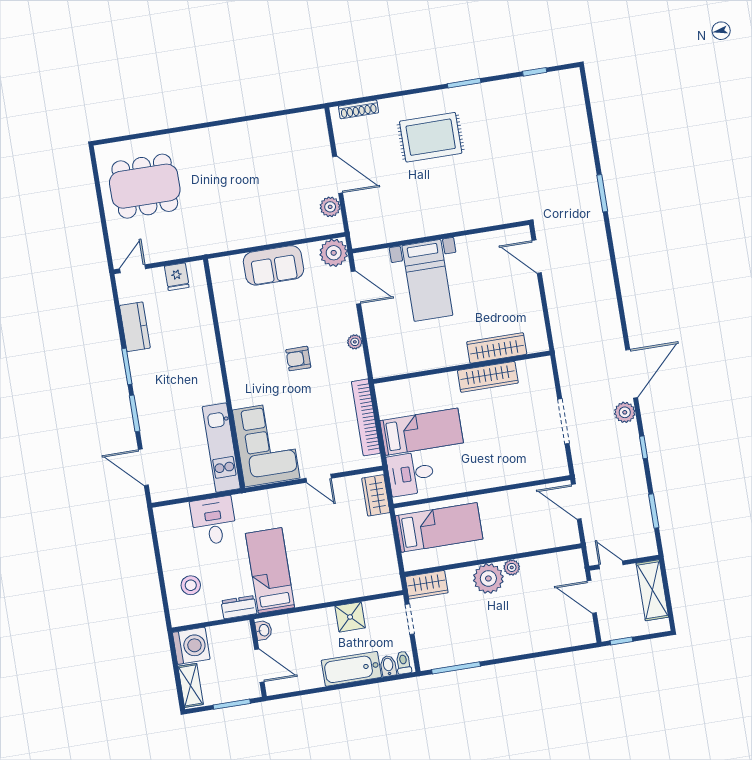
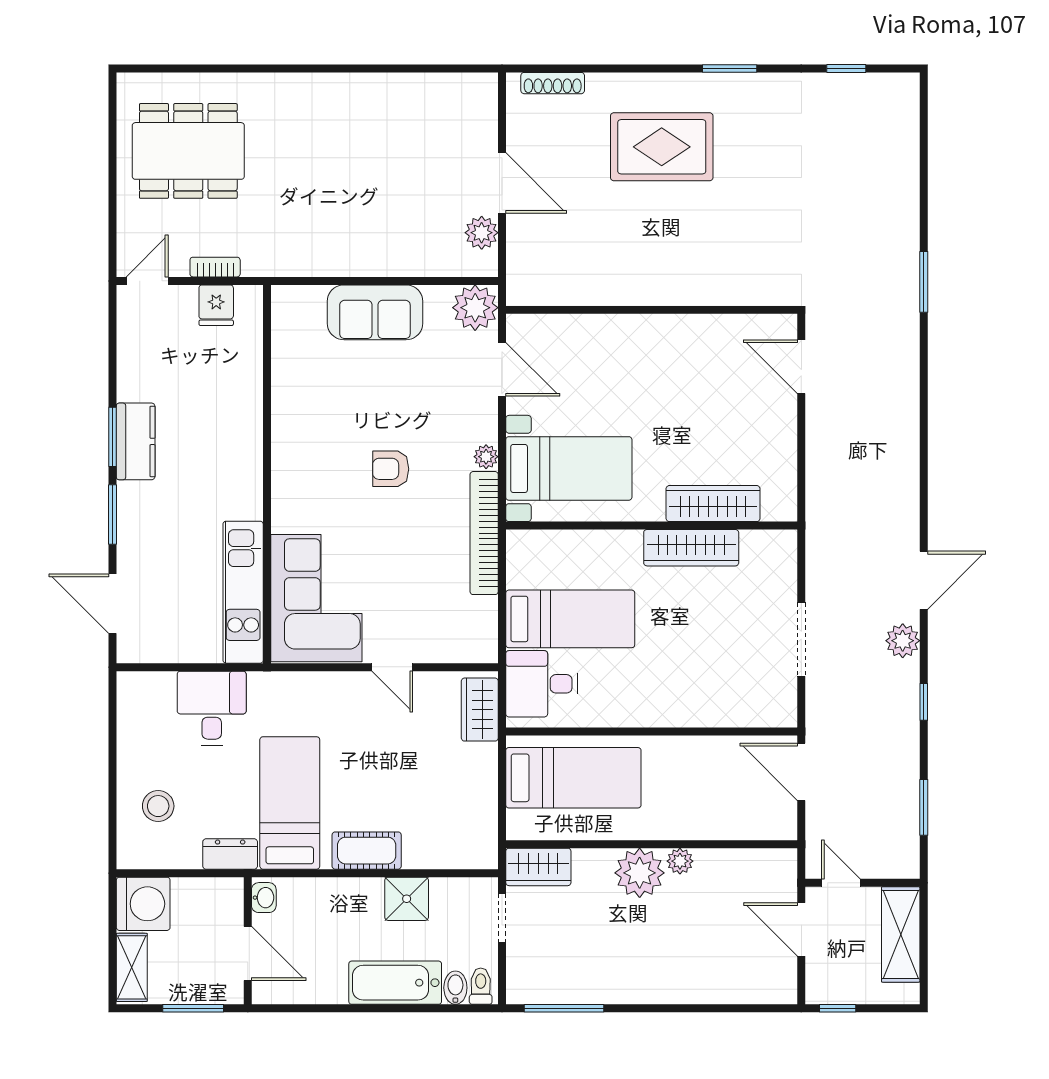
bookcase: (172, 254) -> (215, 267), added
bed with nightstands: (427, 280) -> (569, 468), moved, turned -90
kitchen counter: (135, 327) -> (136, 441), moved
door: (632, 374) -> (924, 580), width x0.73
bookcase: (366, 417) -> (484, 533), moved
cot: (321, 592) -> (367, 851), added

